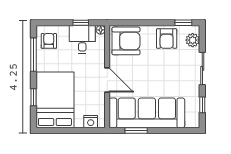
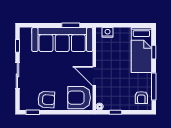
desk: (82, 39) -> (114, 99), removed
armchair: (167, 39) -> (46, 100), turned 93
plant: (193, 40) -> (25, 98), removed
door: (107, 80) -> (94, 76), moved
bed: (55, 100) -> (141, 50), width x0.67

